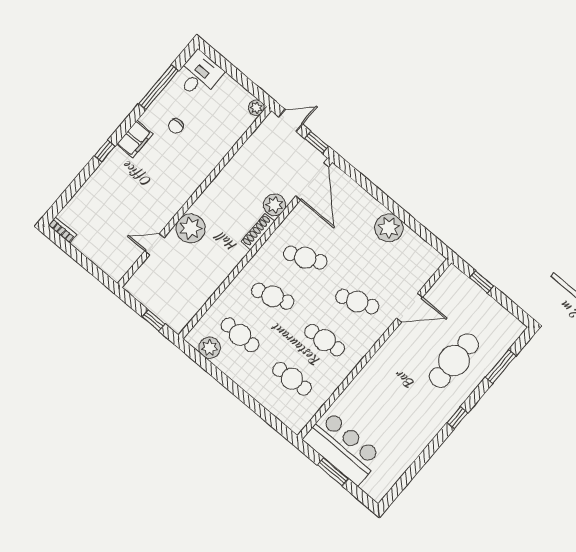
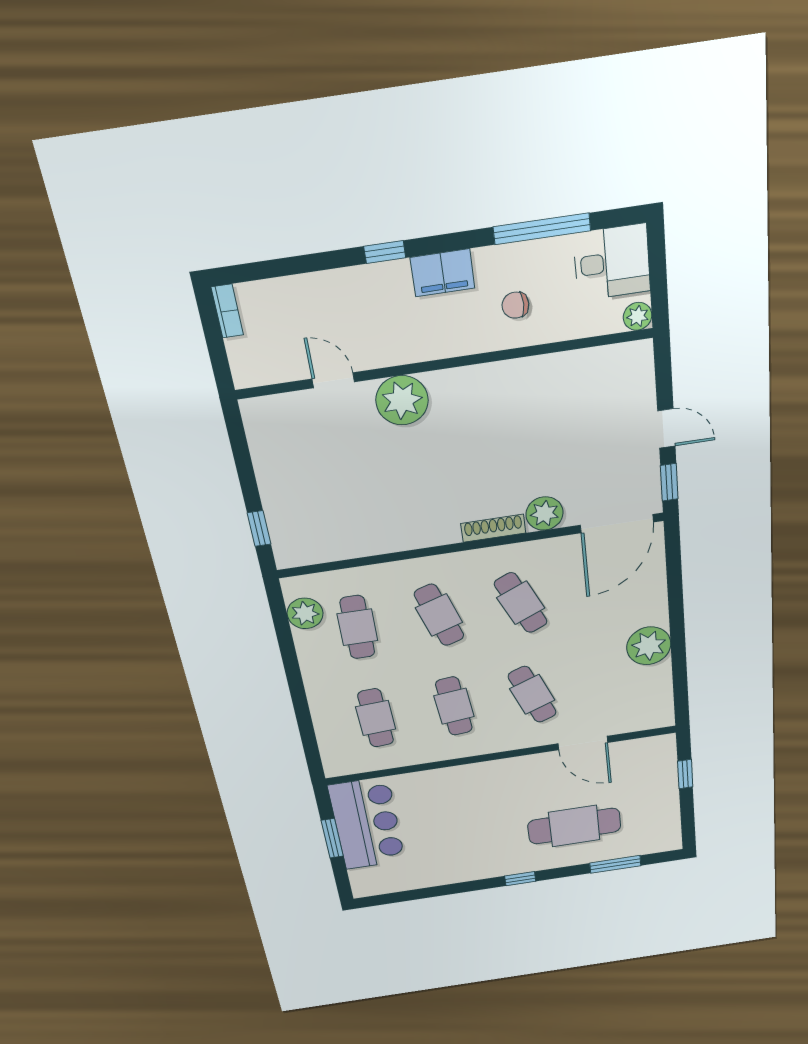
plant: (256, 108) -> (638, 316), moved
wall: (194, 197) -> (445, 364), moved
plant: (191, 228) -> (402, 400), moved
door: (154, 244) -> (333, 380), moved

